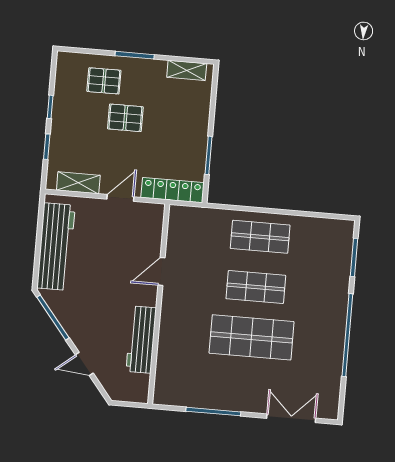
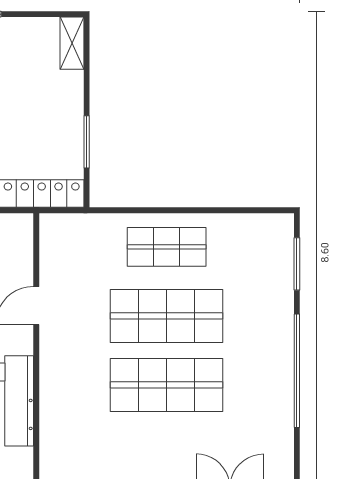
shelving: (187, 70) -> (72, 43), moved, turned 90
shop shelf: (256, 287) -> (167, 316), width x1.43, depth x1.36

